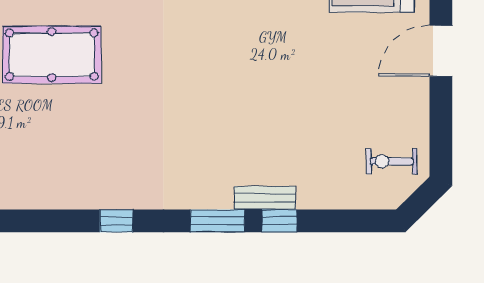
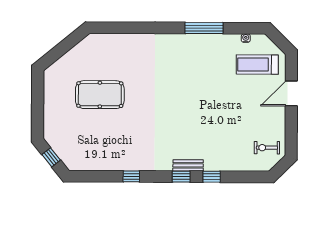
bench: (265, 198) -> (188, 165), moved
window: (217, 221) -> (181, 177), width x0.67

